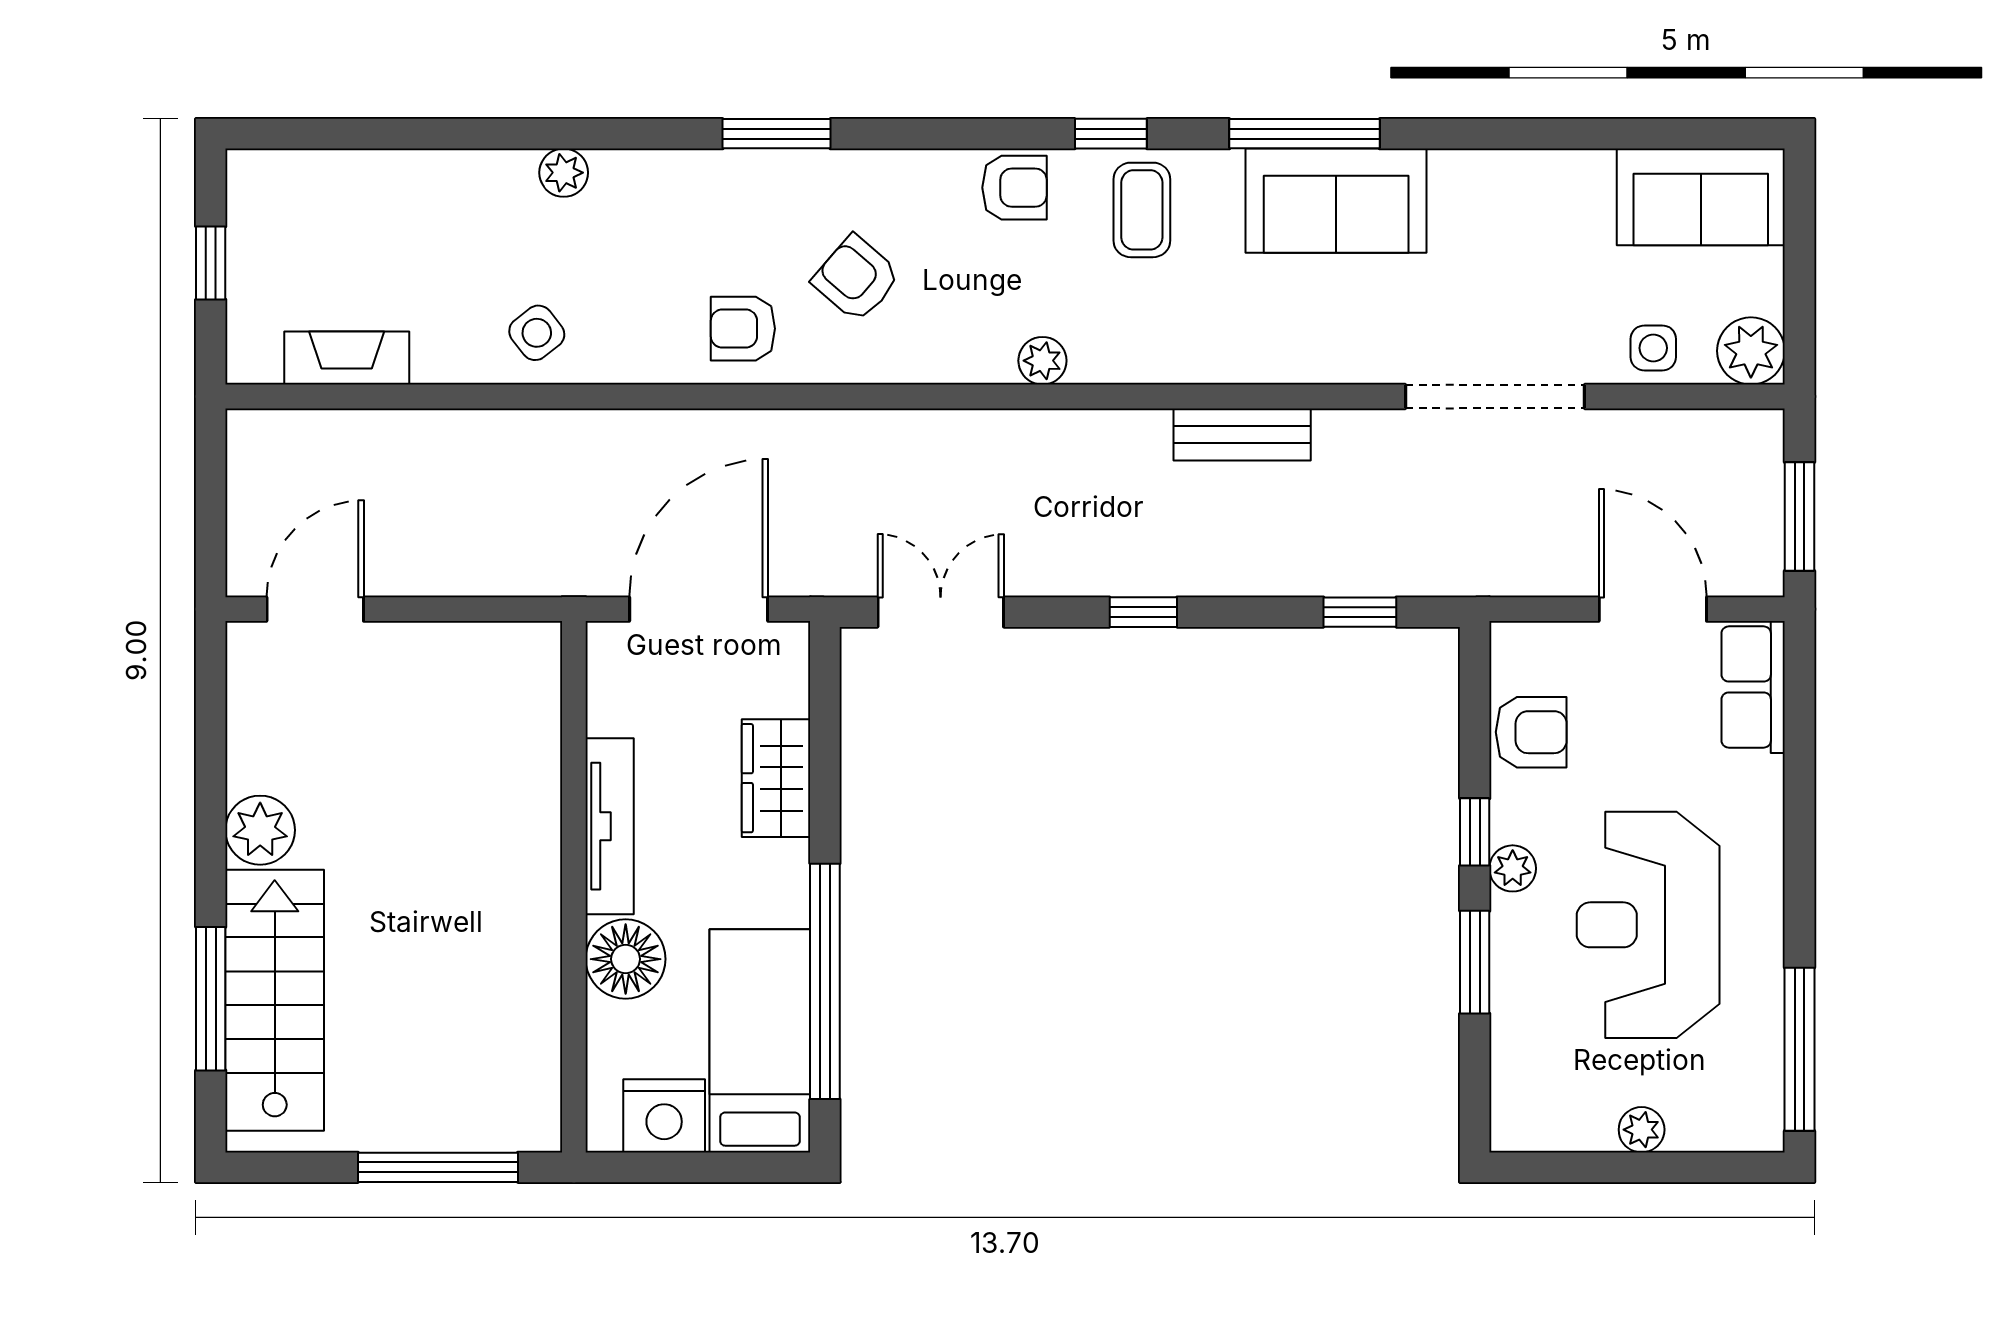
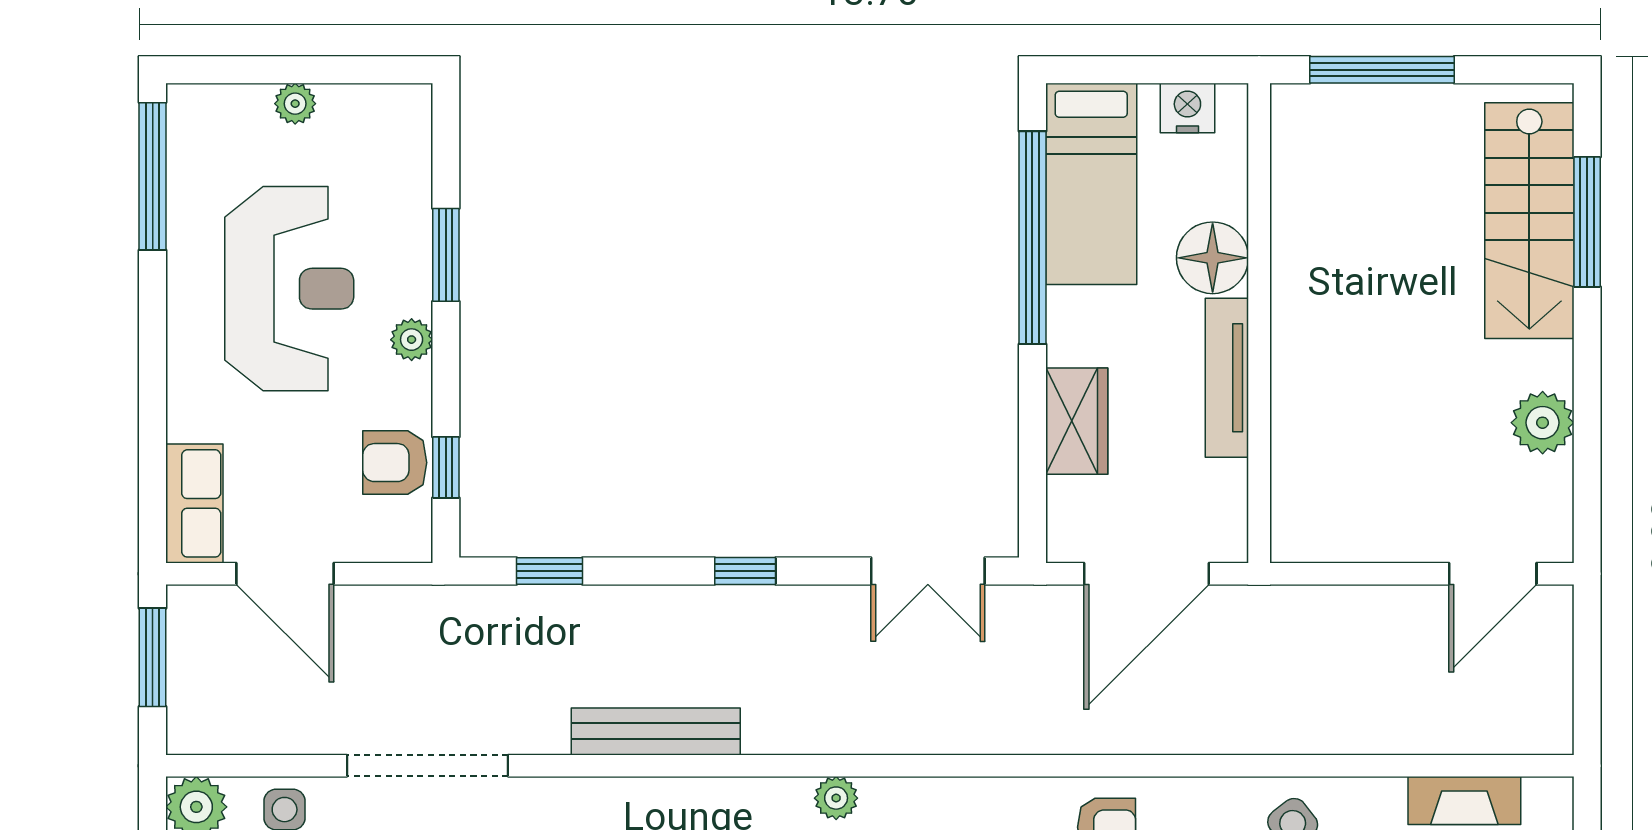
bench: (1242, 434) -> (656, 731), width x1.36
plant: (260, 830) -> (1543, 423), moved
window: (1475, 832) -> (446, 467), moved
nightstand: (664, 1116) -> (1187, 108), width x0.74, depth x0.75

